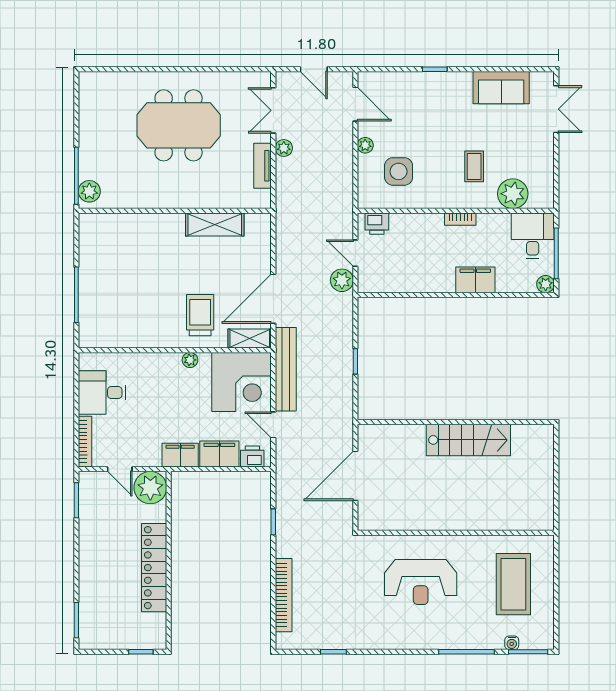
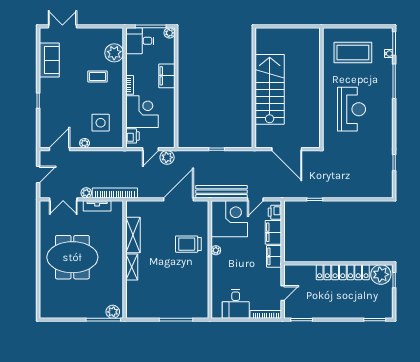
meeting table: (179, 125) -> (72, 257), turned 90
corner desk: (417, 239) -> (142, 112), added
door: (273, 299) -> (178, 199), swing flipped
shelving: (250, 339) -> (132, 267), moved
stairs: (468, 440) -> (270, 89), width x1.36, depth x1.51
plant: (150, 488) -> (381, 274), moved
bookcase: (284, 595) -> (115, 193), moved

